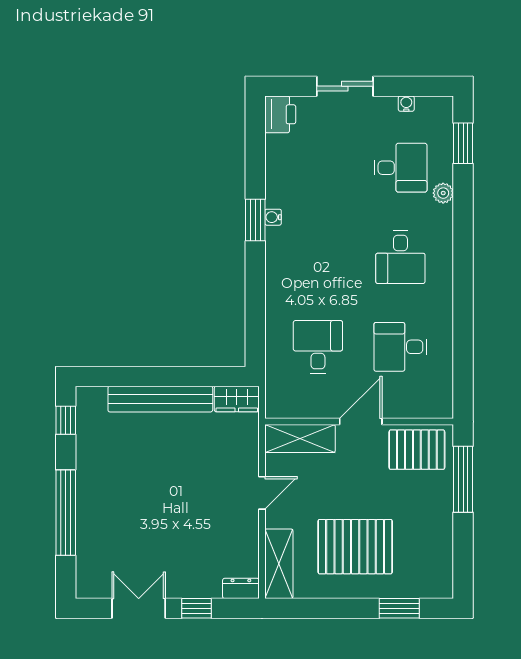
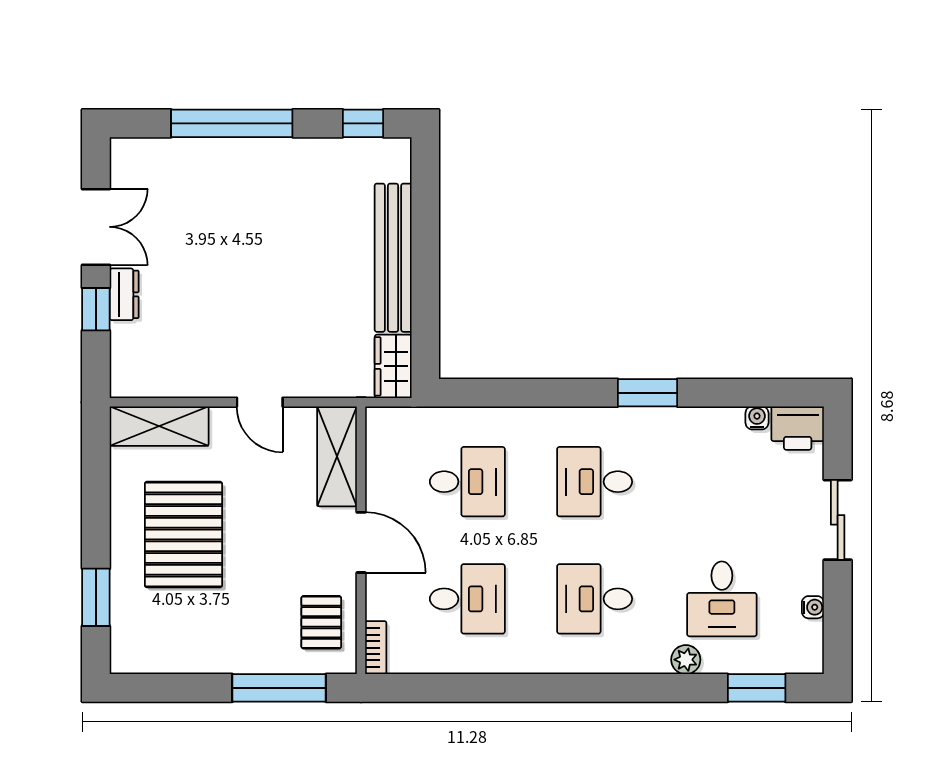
water cooler: (273, 217) -> (757, 418), moved
desk: (318, 257) -> (595, 482), added
desk: (400, 347) -> (467, 599), turned 90
bookcase: (435, 411) -> (376, 648), added
pallet: (417, 450) -> (321, 622), width x0.67, depth x0.71
dresser: (241, 588) -> (124, 294), moved

